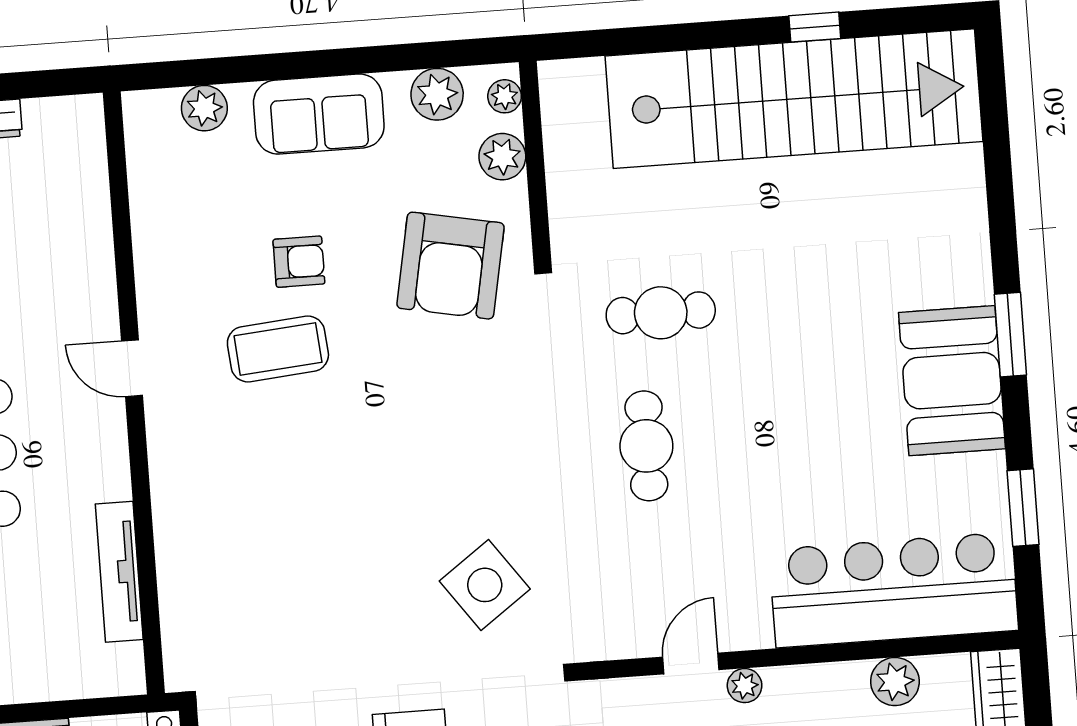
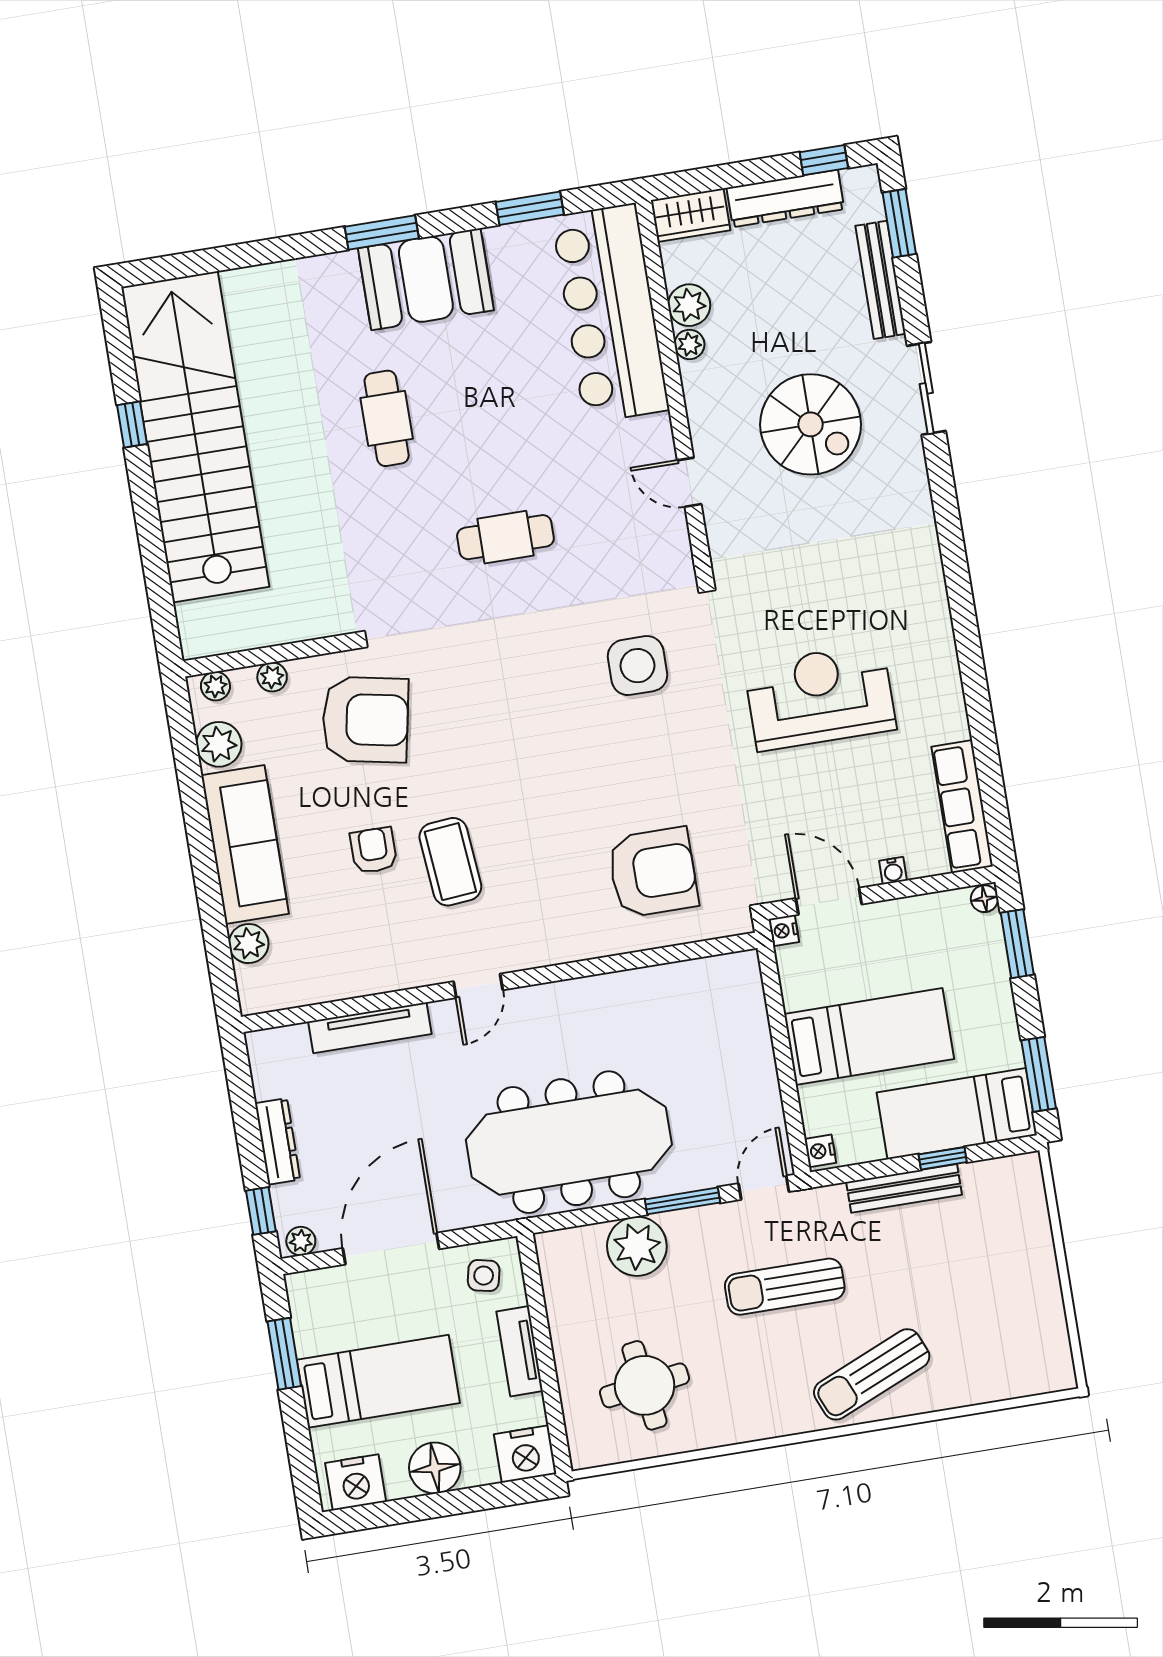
sofa: (319, 114) -> (245, 845), width x1.36
plant: (502, 157) -> (272, 677), width x0.73, depth x0.73
cafe table: (661, 313) -> (387, 418), moved
tv unit: (119, 572) -> (370, 1028), moved
armchair: (245, 581) -> (653, 872), added
side table: (485, 585) -> (637, 666), turned 36
plant: (745, 686) -> (689, 344), moved

